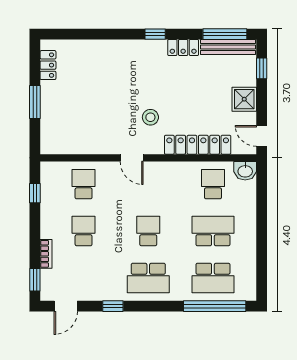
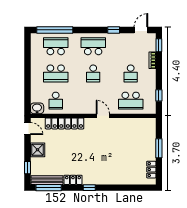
stool: (150, 117) -> (92, 139), removed
school desk: (84, 184) -> (131, 101), width x1.85

